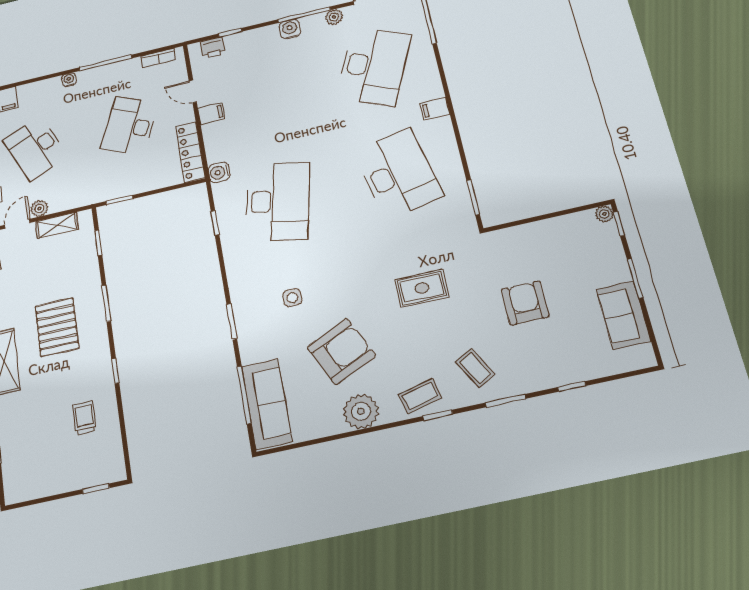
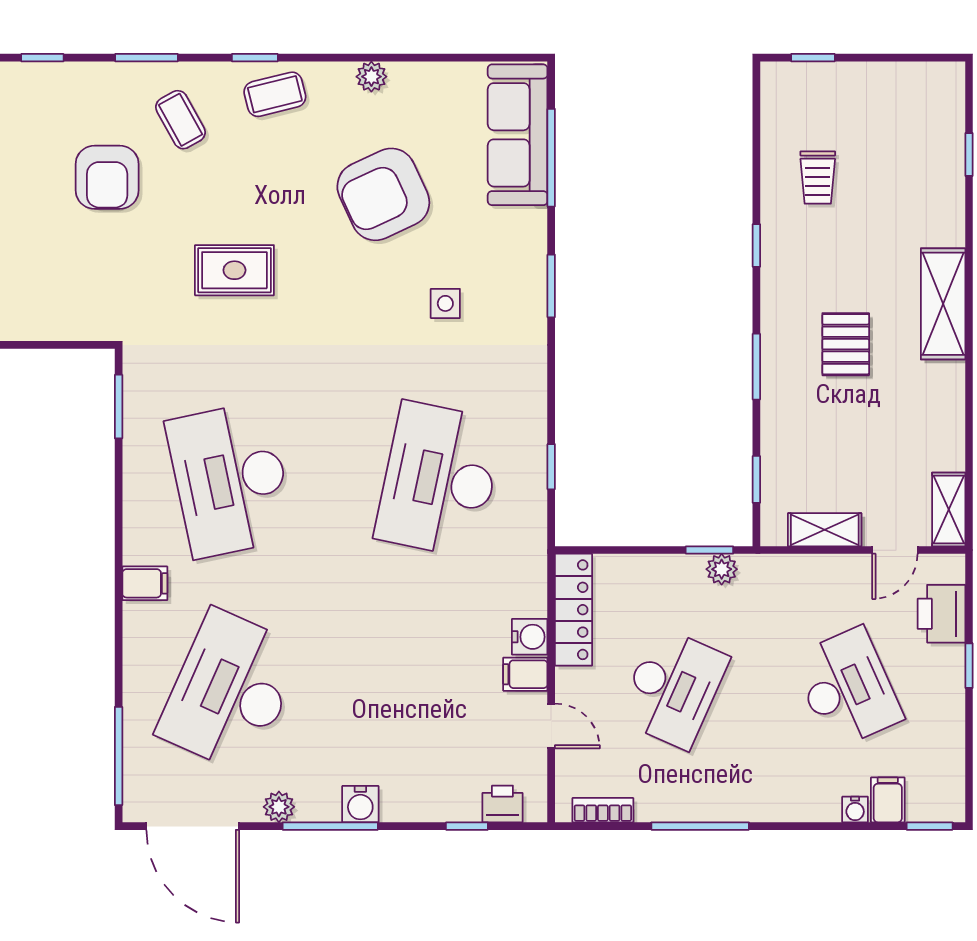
water cooler: (69, 80) -> (855, 809), moved
water cooler: (219, 172) -> (530, 637), moved
plant: (39, 209) -> (722, 569), moved
armchair: (525, 303) -> (107, 177), moved
pallet: (57, 327) -> (846, 344), width x0.67, depth x0.71
plant: (361, 411) -> (371, 77), width x0.53, depth x0.53

